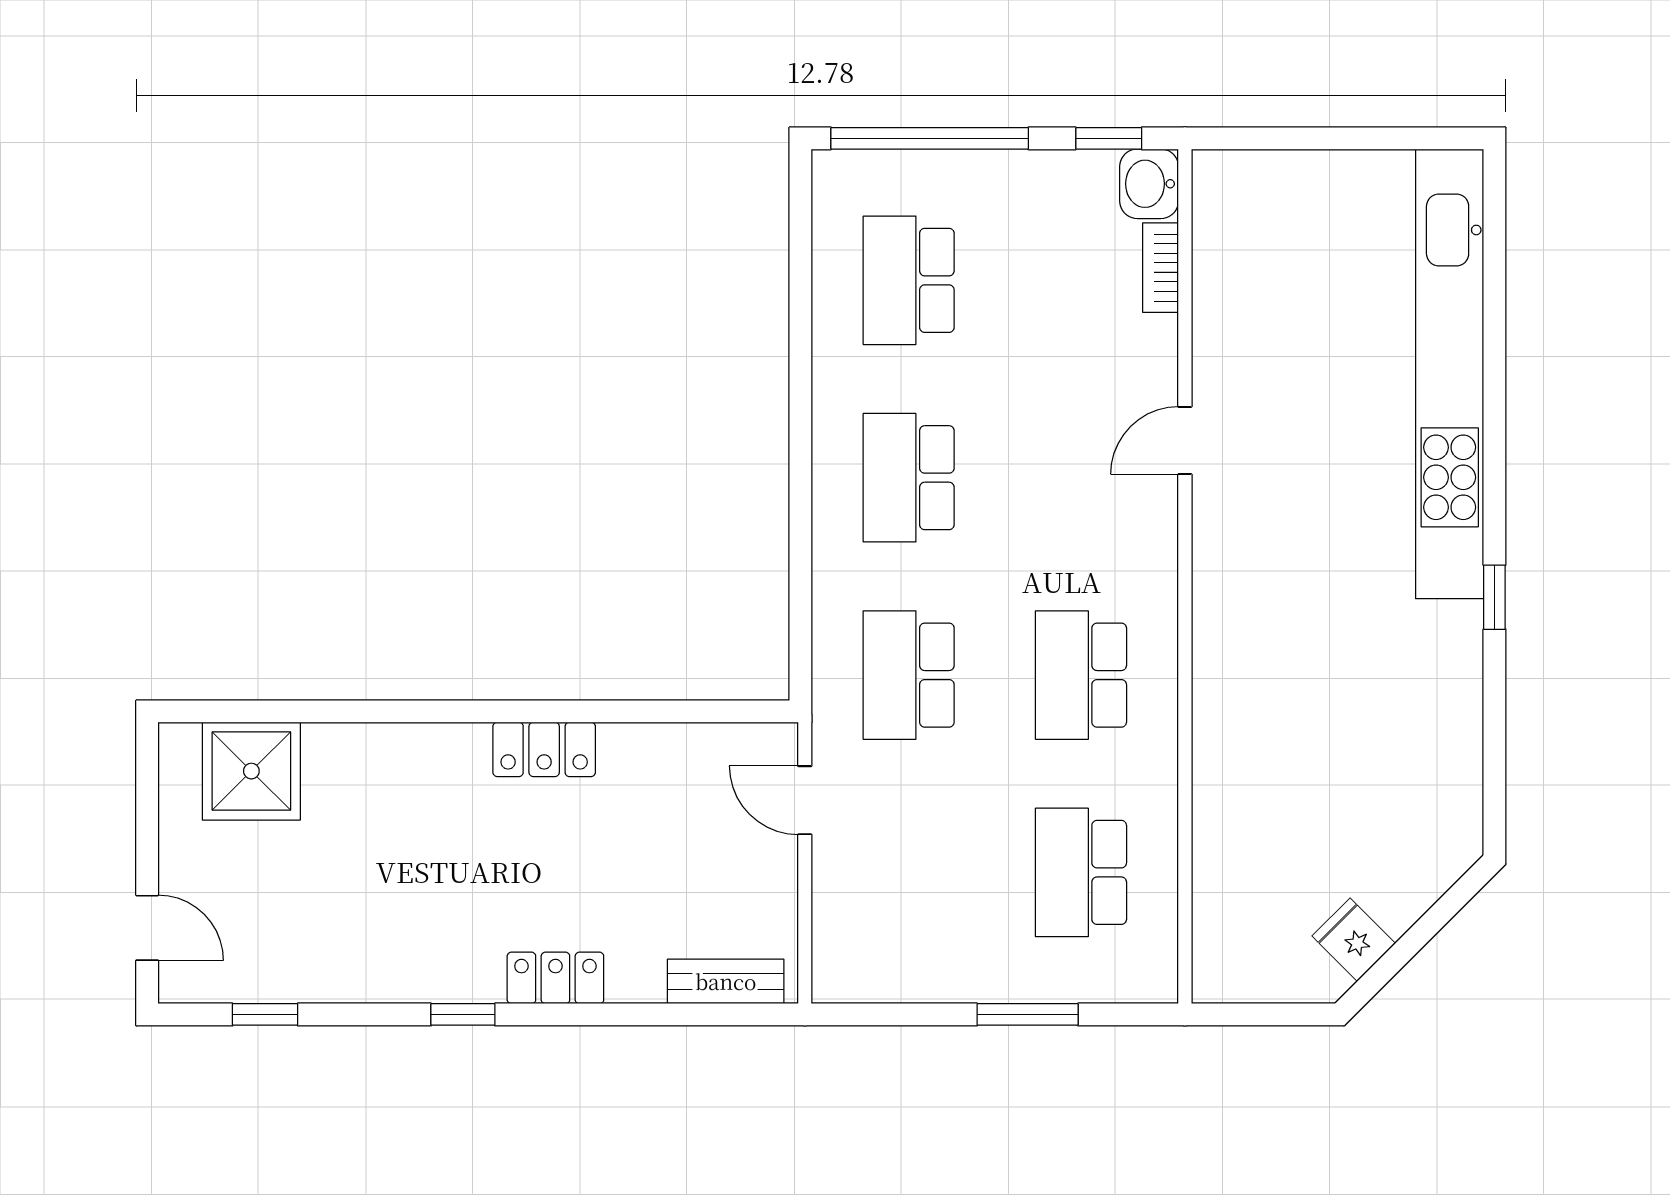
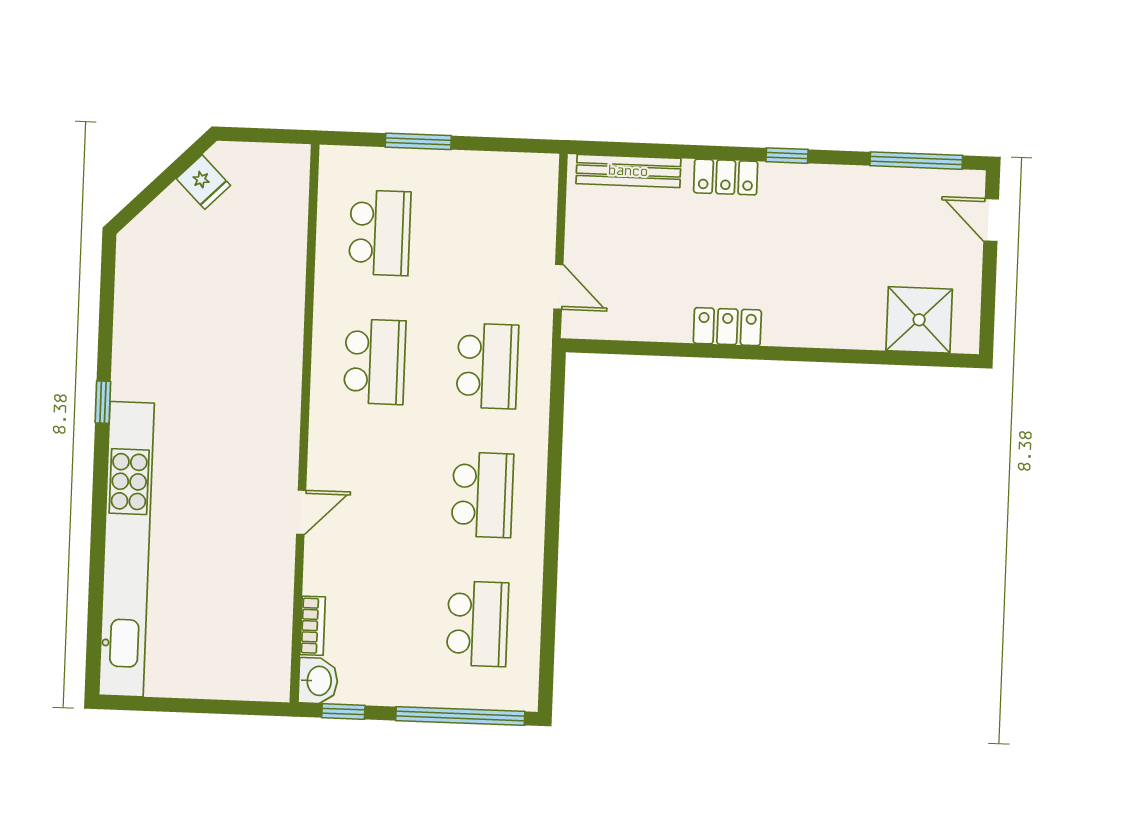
bench: (726, 981) -> (628, 171), width x1.36
window: (265, 1014) -> (916, 161), width x2.17

